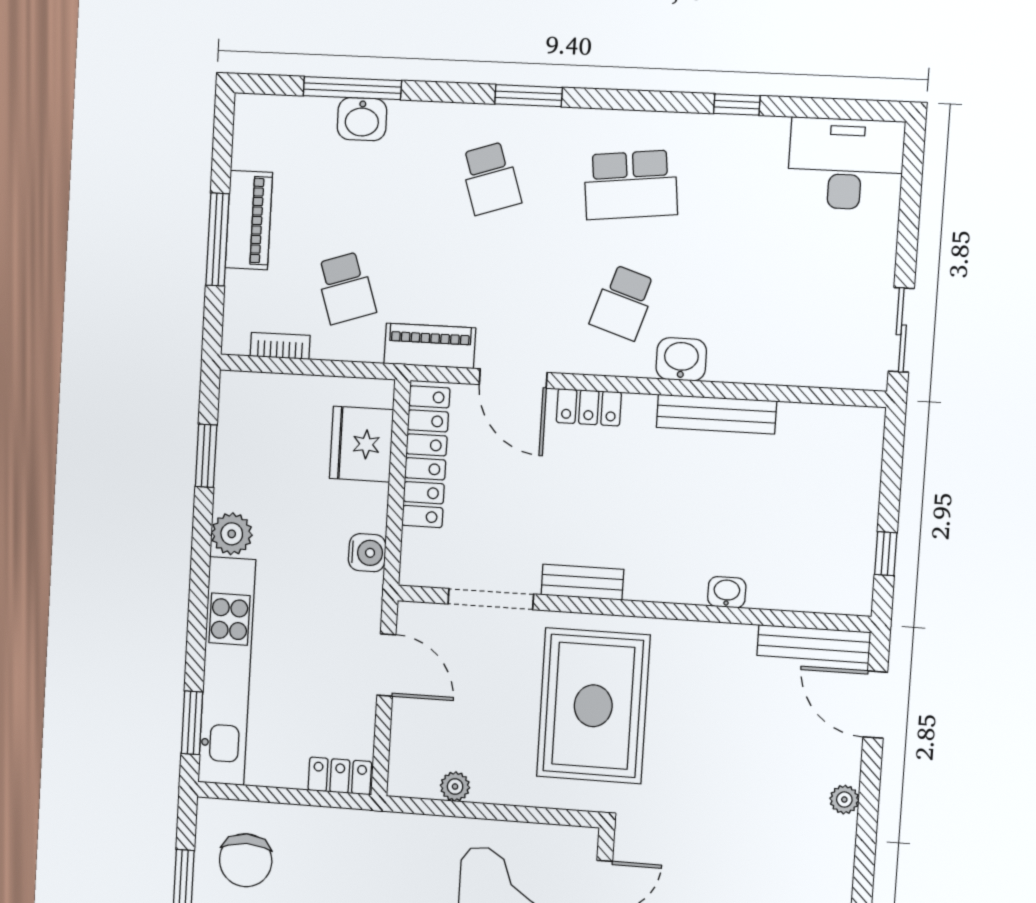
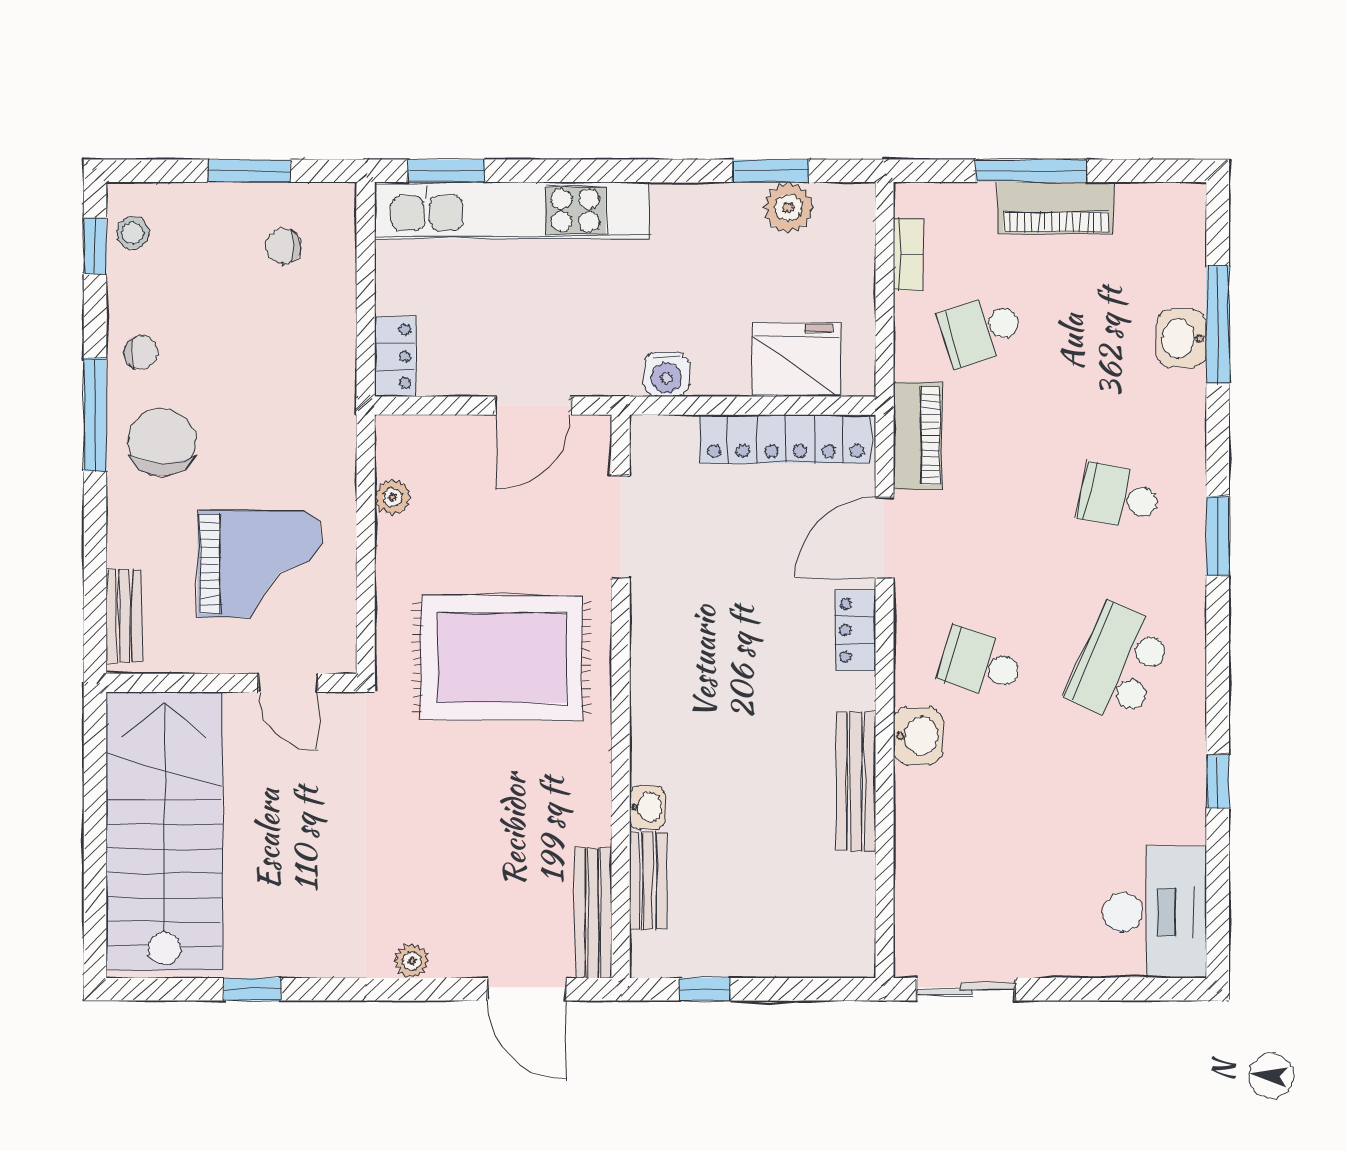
school desk: (490, 178) -> (1119, 497), turned 30
school desk: (631, 185) -> (1119, 663), turned 30
plant: (232, 534) -> (788, 207), moved
bench: (582, 582) -> (648, 881), moved
door: (875, 705) -> (527, 989), swing flipped
chair: (246, 860) -> (283, 246), width x0.54, depth x0.54

